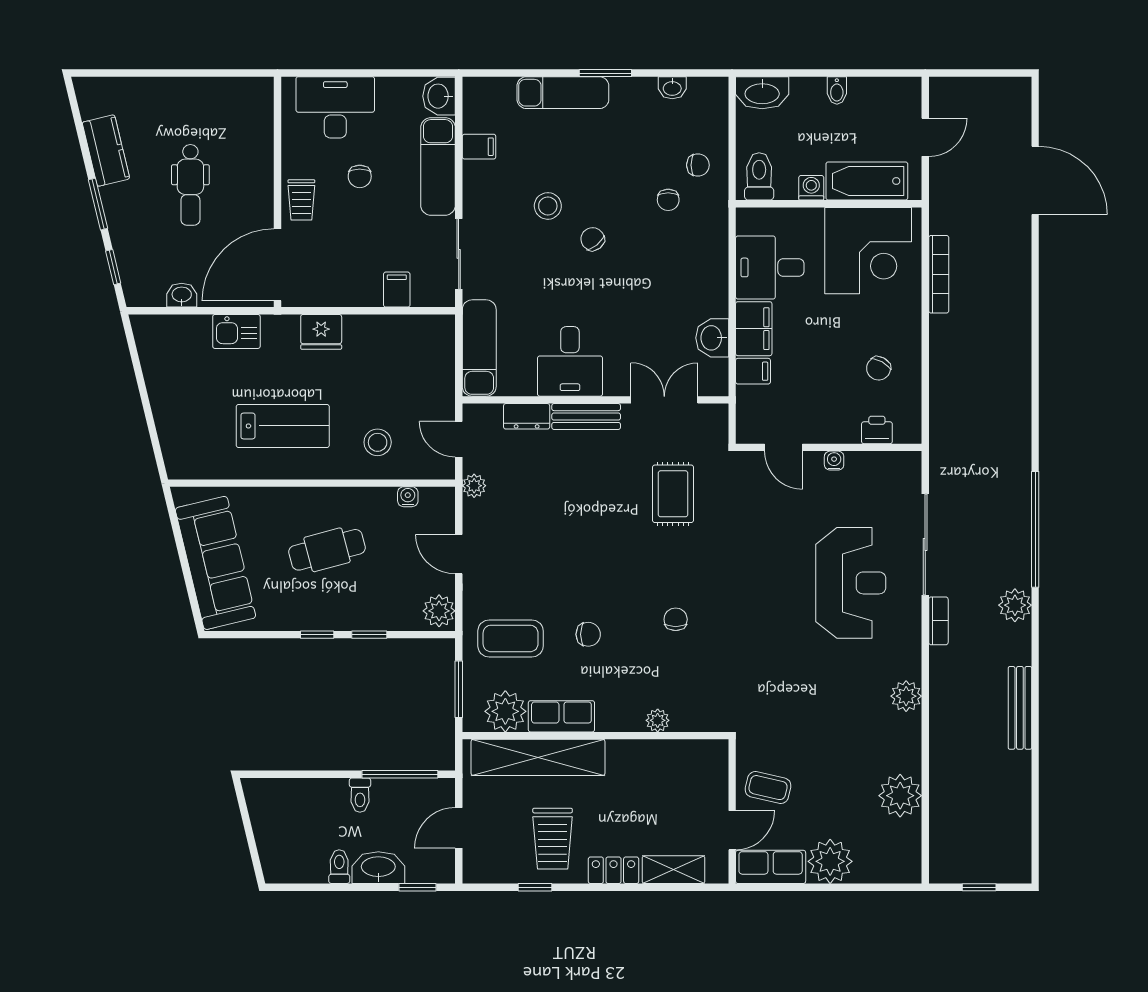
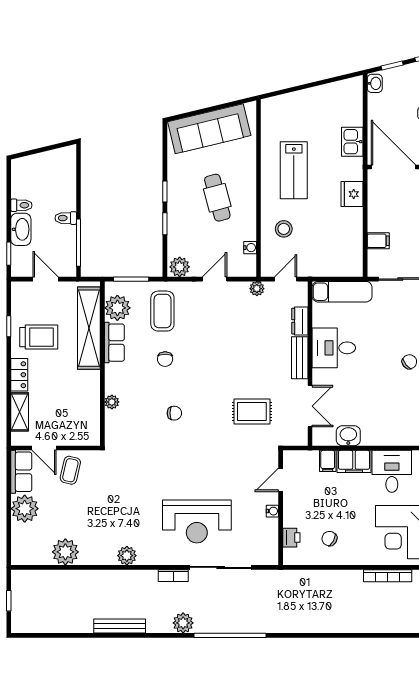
washbasin: (182, 295) -> (375, 83), moved
trolley: (553, 839) -> (39, 337), turned 180

